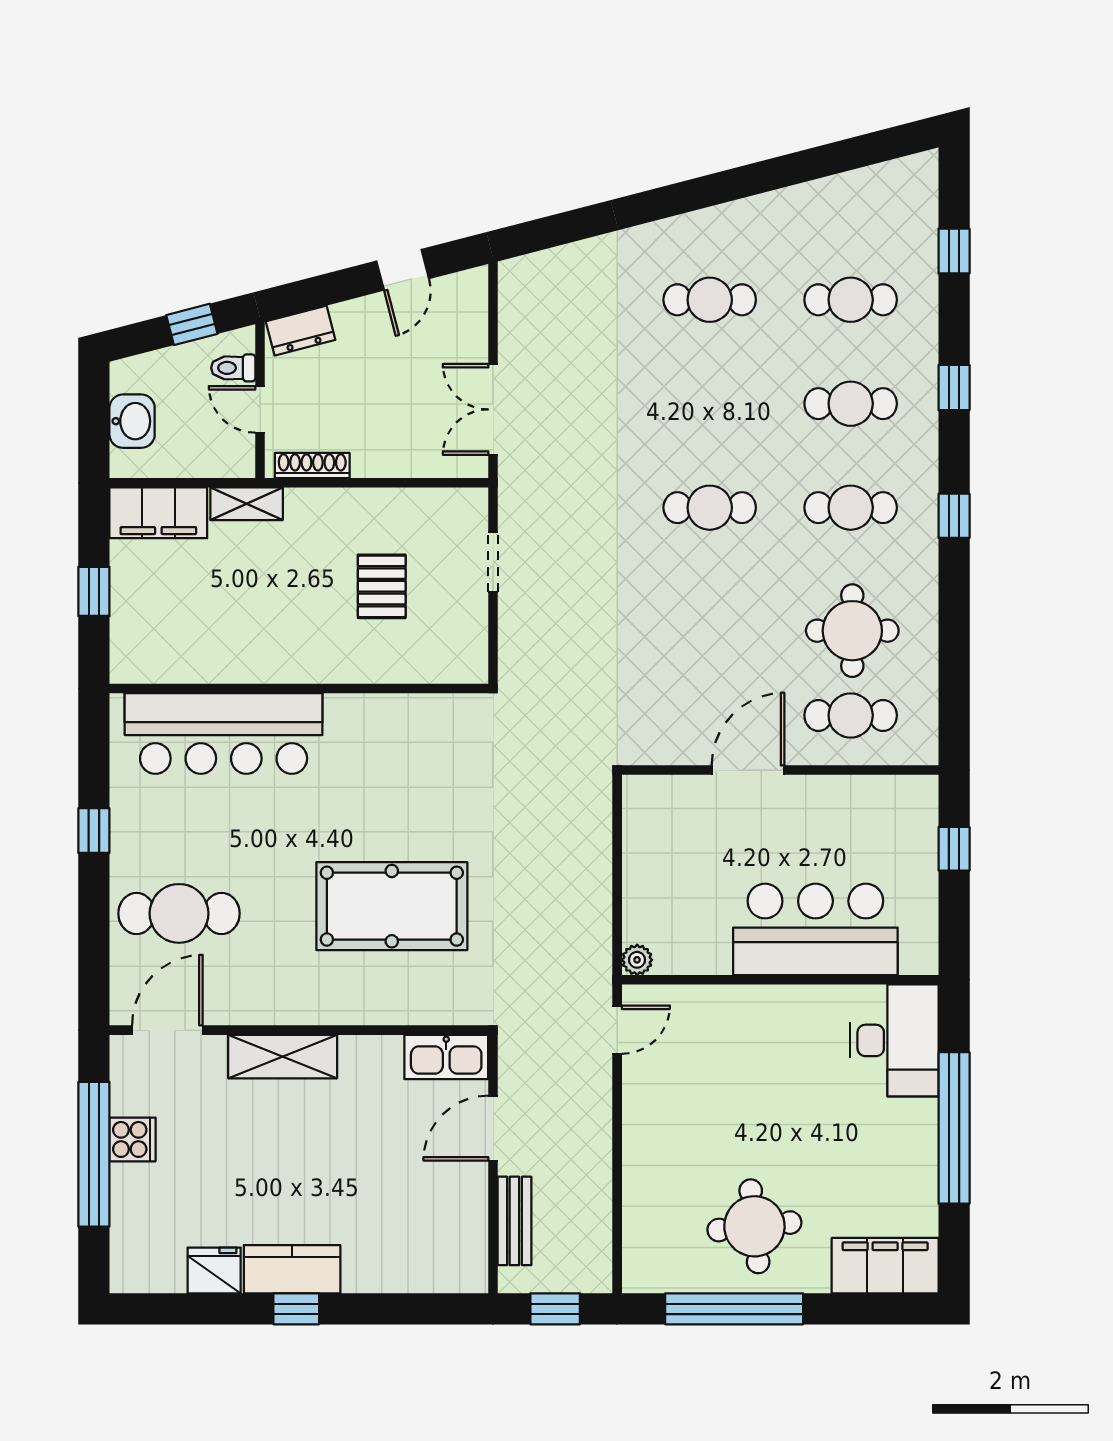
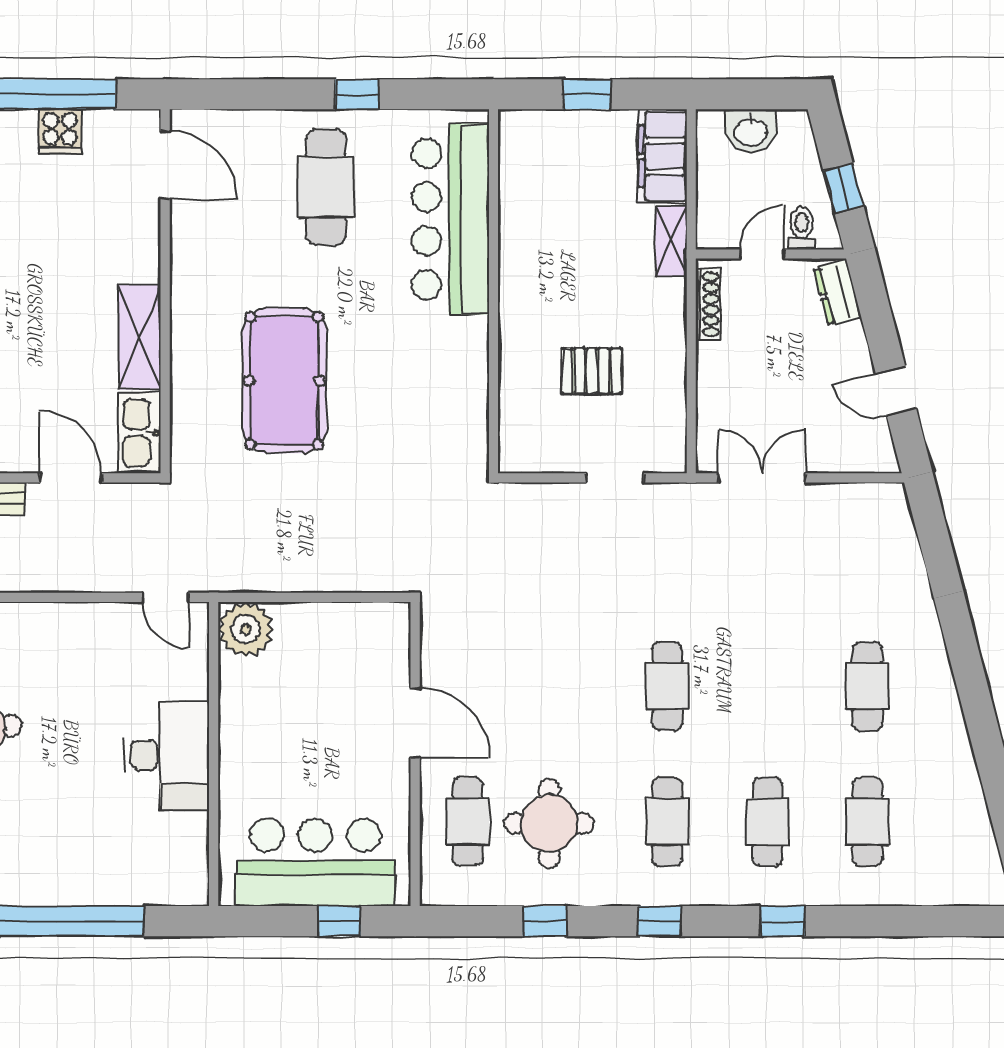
window: (954, 251) -> (544, 921), moved
cafe table: (179, 913) -> (326, 187), moved
bar counter: (815, 929) -> (315, 862), moved, turned -90
plant: (637, 960) -> (246, 629), width x1.88, depth x1.88
desk: (894, 1040) -> (167, 755), moved, turned -90
shelving: (283, 1057) -> (140, 337), moved

